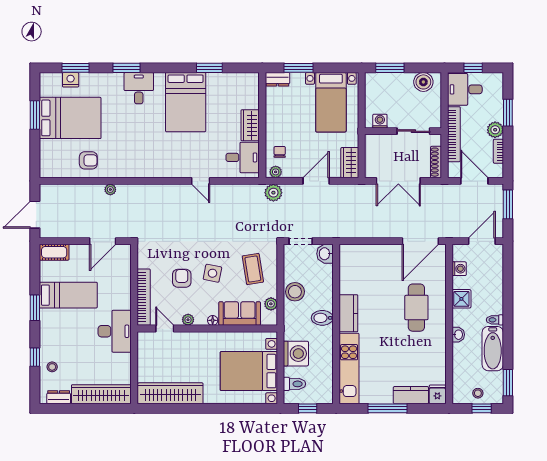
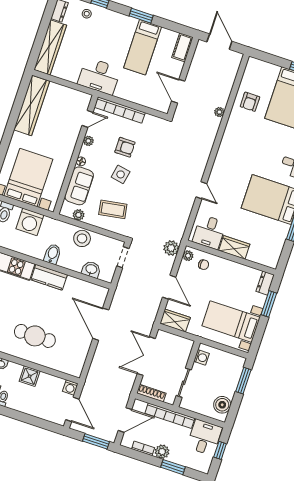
door: (201, 181) -> (201, 190), swing flipped
door: (420, 241) -> (101, 324), moved
washbasin: (325, 254) -> (91, 269), moved
washing machine: (459, 269) -> (70, 387), moved

